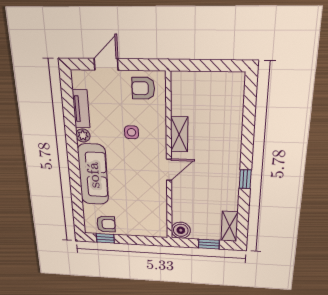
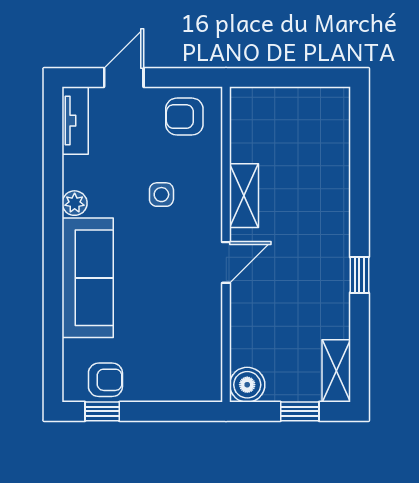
tv unit: (81, 109) -> (75, 121), moved

